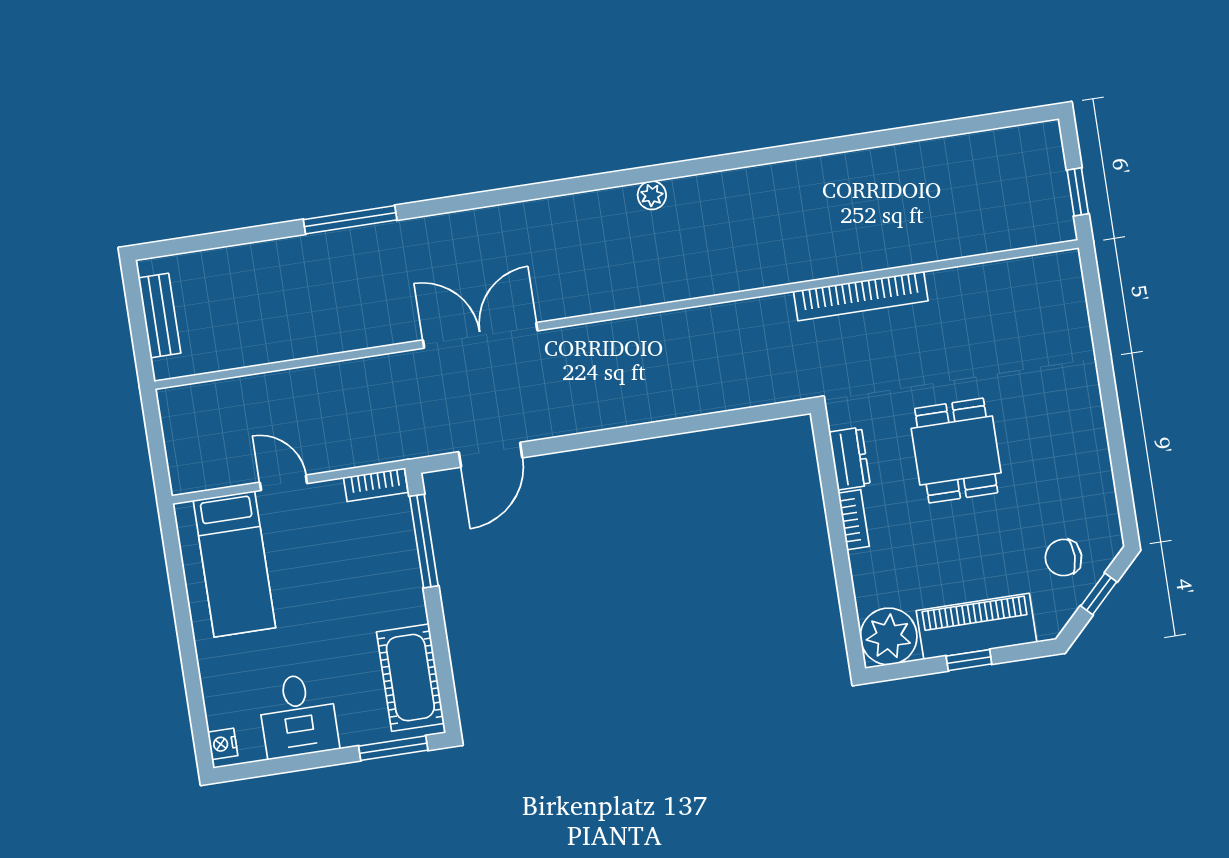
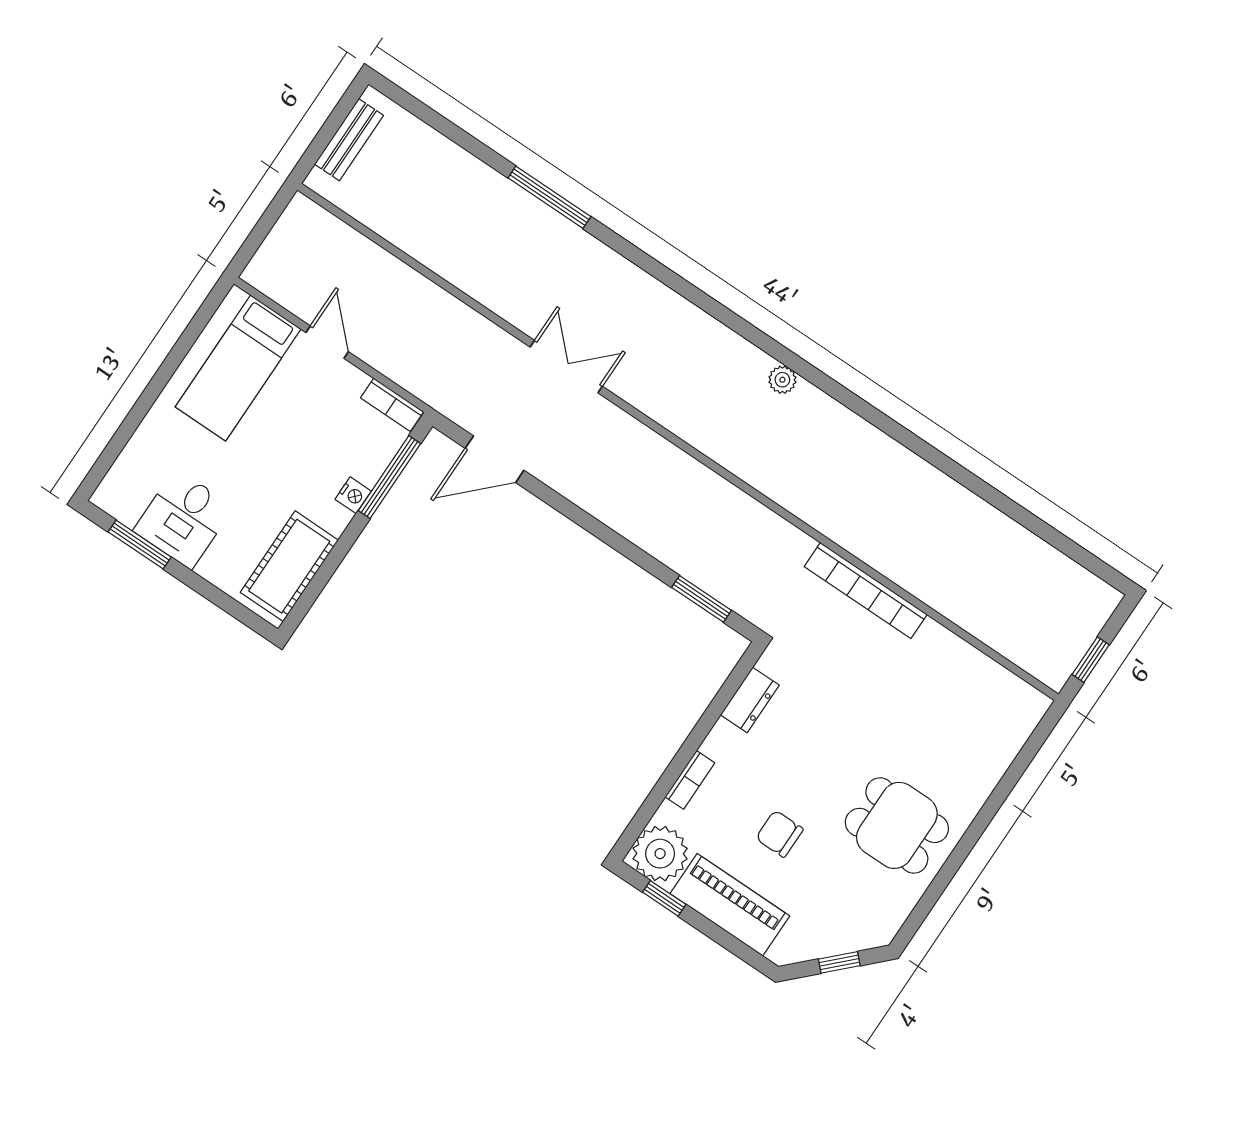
double door: (480, 335) -> (566, 367), width x0.73
window: (743, 416) -> (702, 599), added
dining table: (956, 451) -> (897, 825), moved, turned 90
bookcase: (854, 520) -> (690, 780), moved
chair: (1063, 558) -> (779, 834), moved
window: (969, 660) -> (664, 898), moved
nightstand: (223, 744) -> (353, 495), moved, turned 180
window: (393, 748) -> (140, 544), moved

